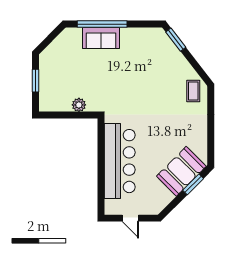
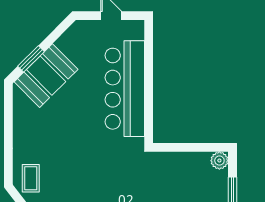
plant: (79, 105) -> (219, 161), moved

